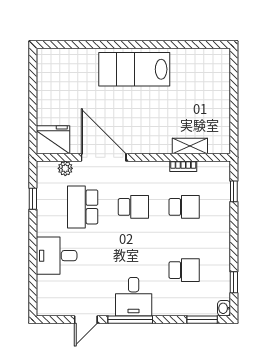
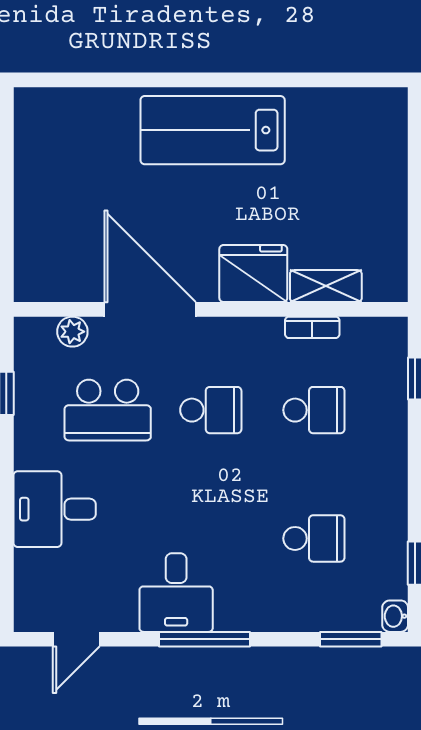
fridge: (53, 140) -> (253, 274), moved
school desk: (83, 207) -> (108, 410), turned -90
desk: (134, 297) -> (176, 593), moved
door: (86, 320) -> (76, 639), moved

